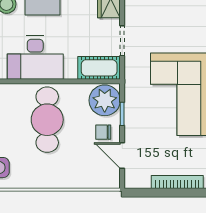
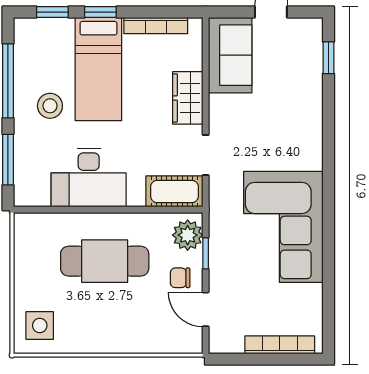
plant: (105, 100) -> (188, 235), width x0.73, depth x0.73
cafe table: (47, 120) -> (105, 261), turned 90

